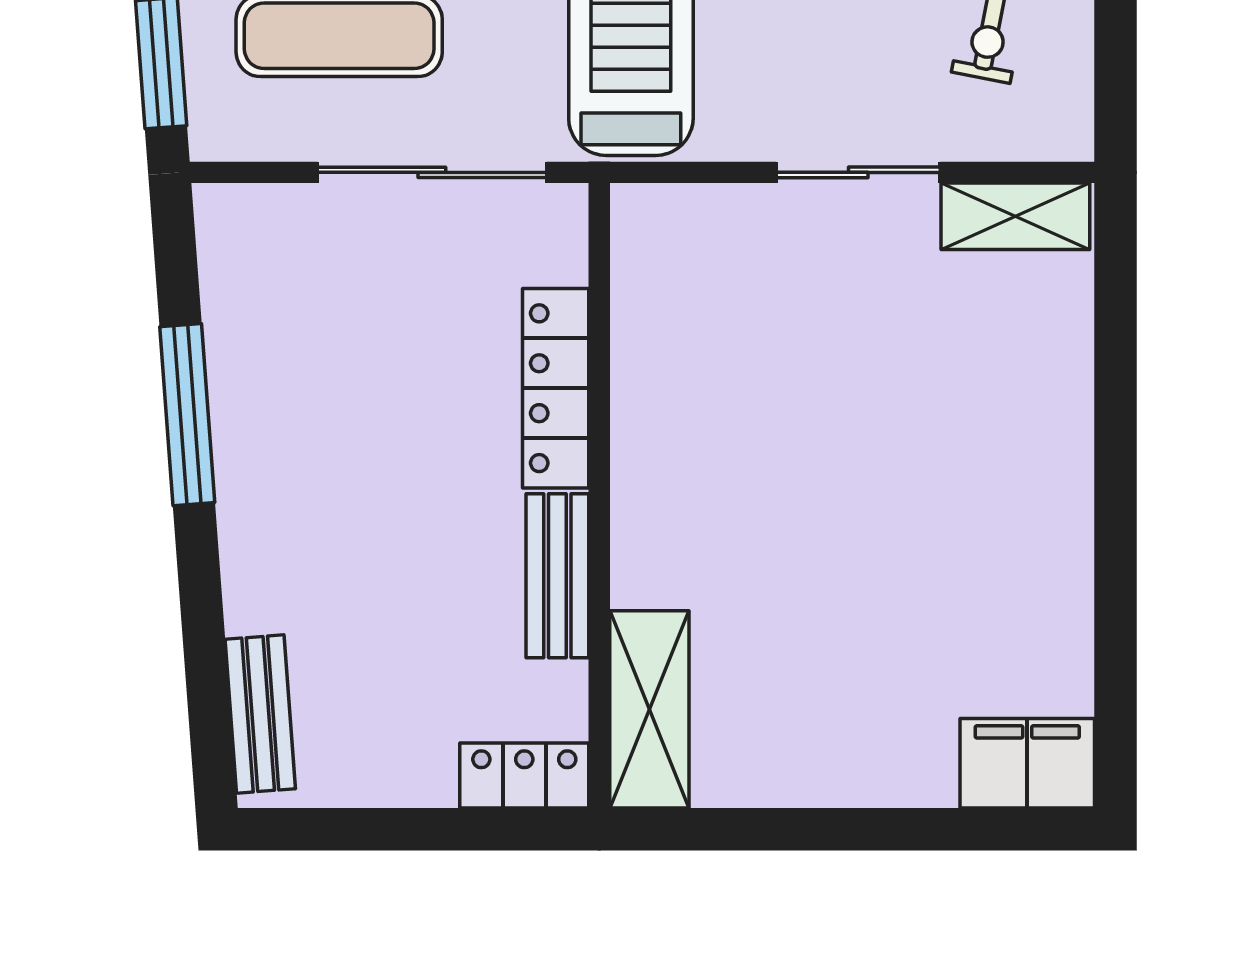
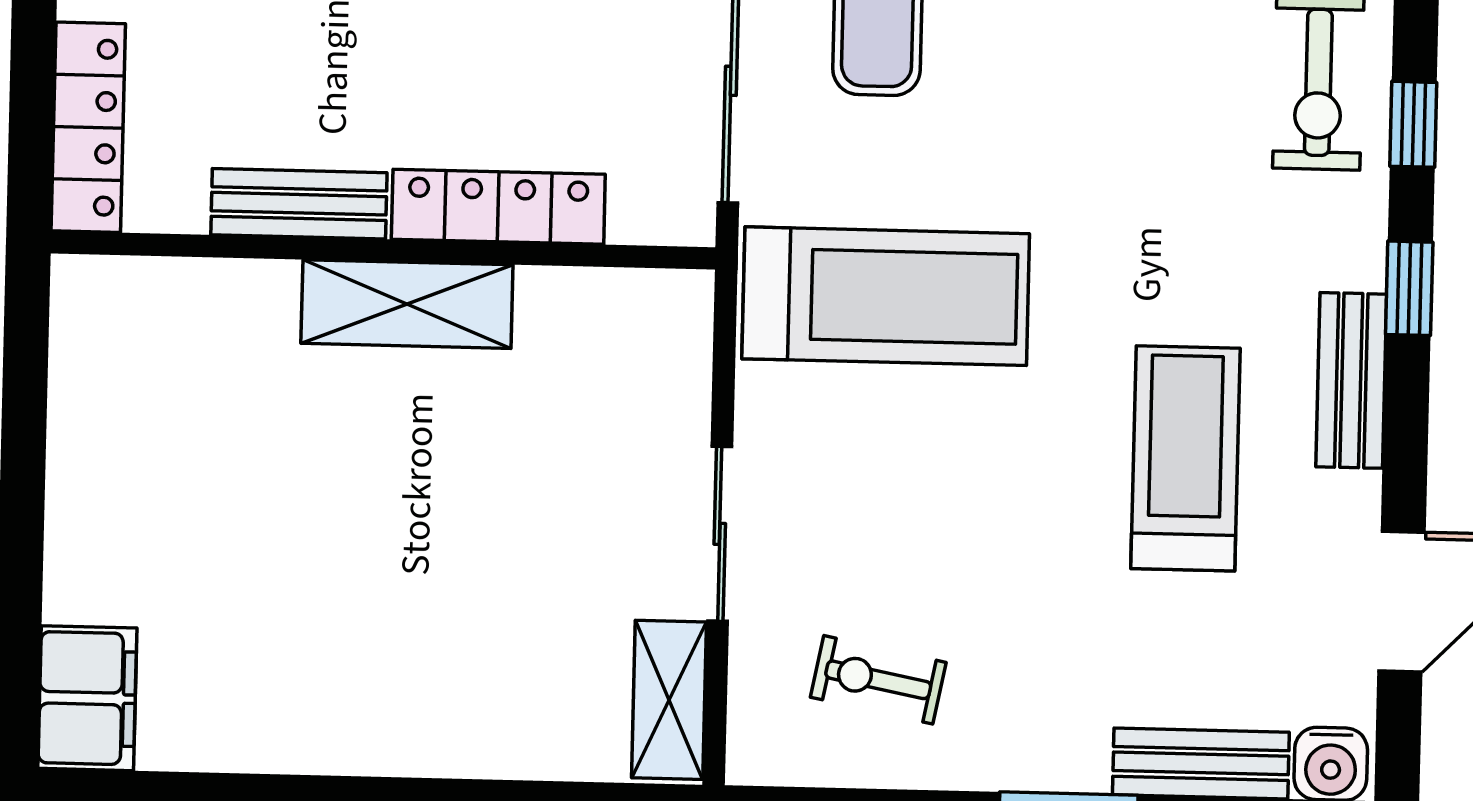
shelving: (649, 709) -> (407, 304), moved
locker: (524, 776) -> (88, 127), width x1.53

